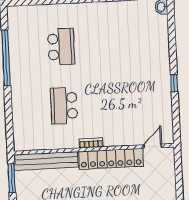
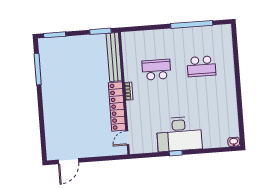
desk: (149, 78) -> (179, 134), added
door: (153, 146) -> (127, 138), swing flipped

